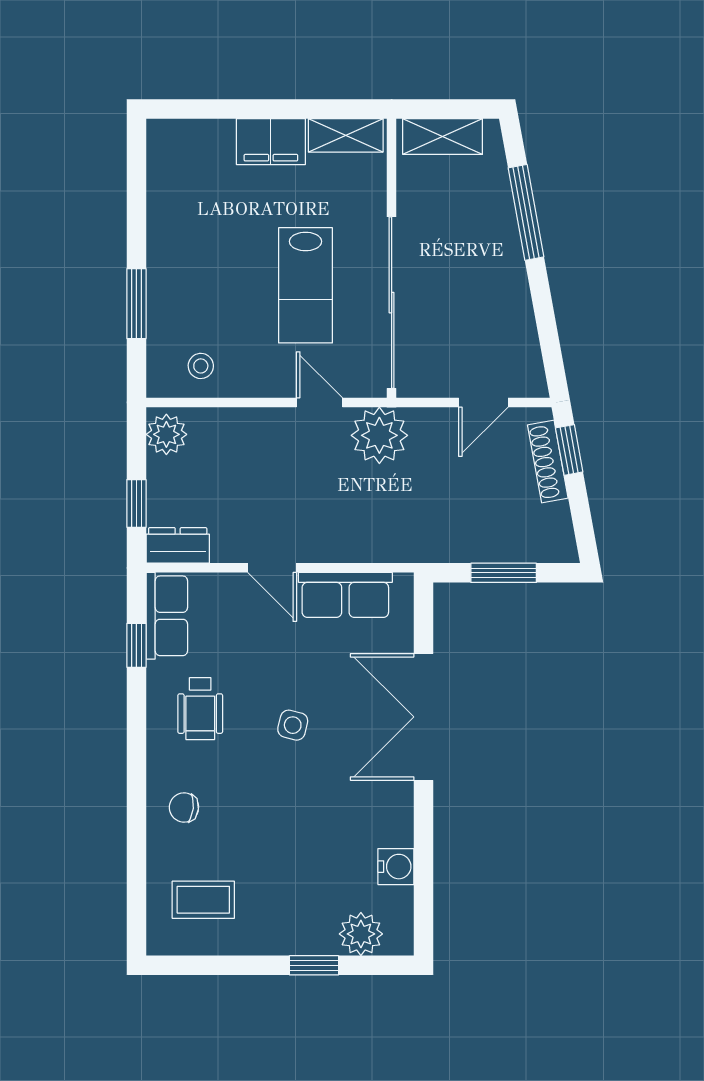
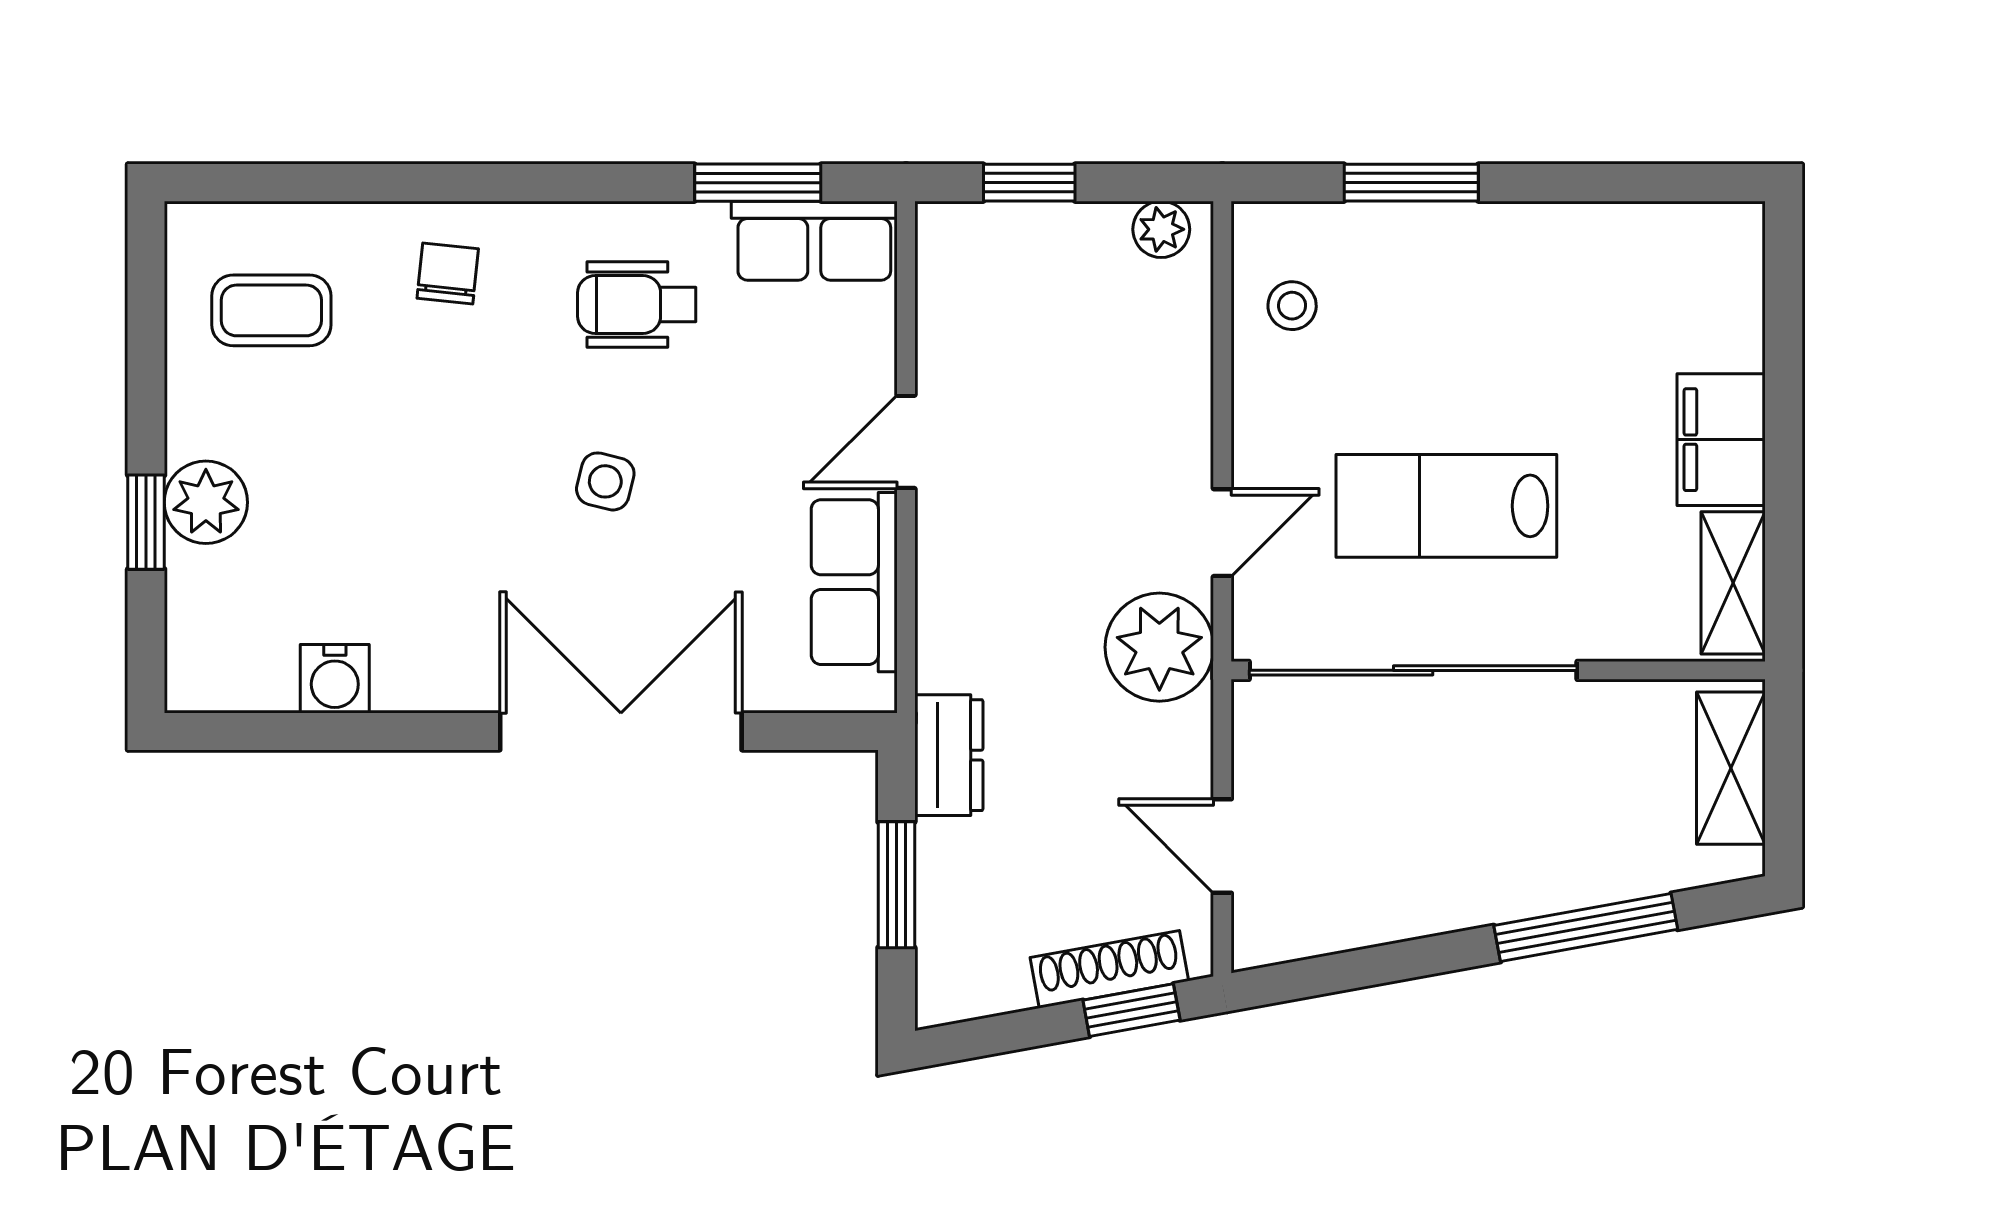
plant: (166, 434) -> (1161, 229), width x0.73, depth x0.73
dresser: (178, 545) -> (949, 755), moved
window: (136, 645) -> (758, 183), width x1.50
coffee table: (203, 900) -> (271, 310), turned 90
plant: (361, 934) -> (206, 502), moved

